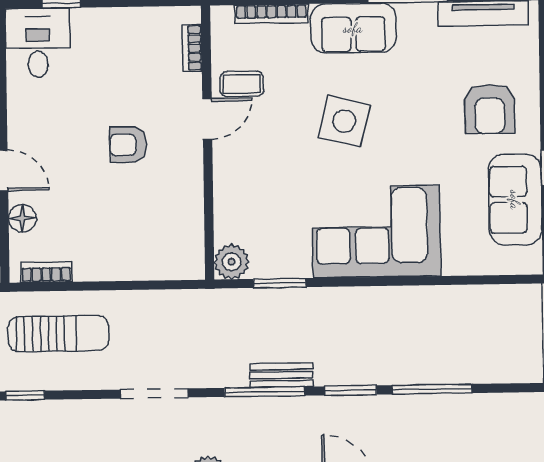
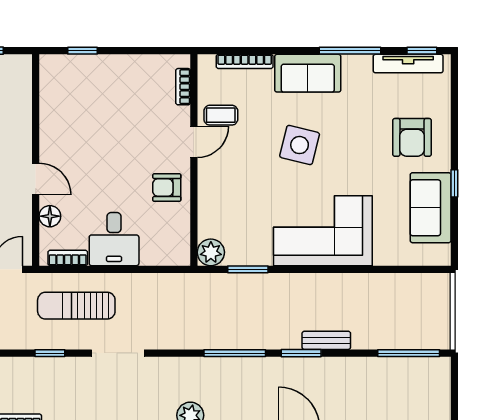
desk: (38, 43) -> (114, 239), moved, turned 180
armchair: (128, 145) -> (167, 188), moved
sun lounger: (58, 334) -> (76, 306), turned 180
bench: (281, 375) -> (326, 340), moved
window: (432, 389) -> (409, 353), moved
doorway: (154, 393) -> (118, 353), moved

